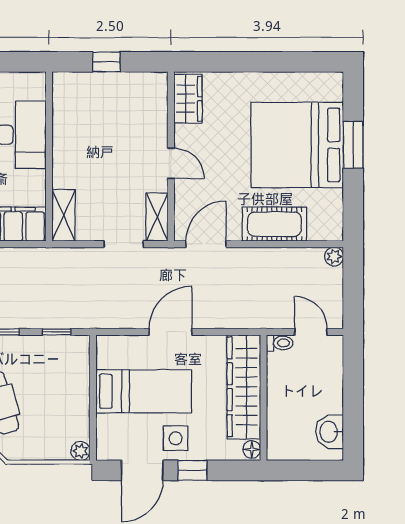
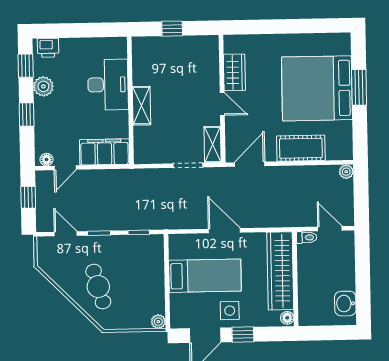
wardrobe: (188, 99) -> (234, 72), moved
shelving: (64, 215) -> (141, 106), moved
door: (171, 332) -> (224, 231), hinge flipped

